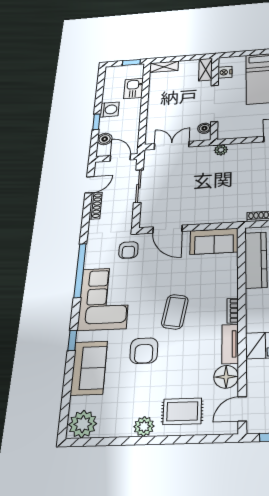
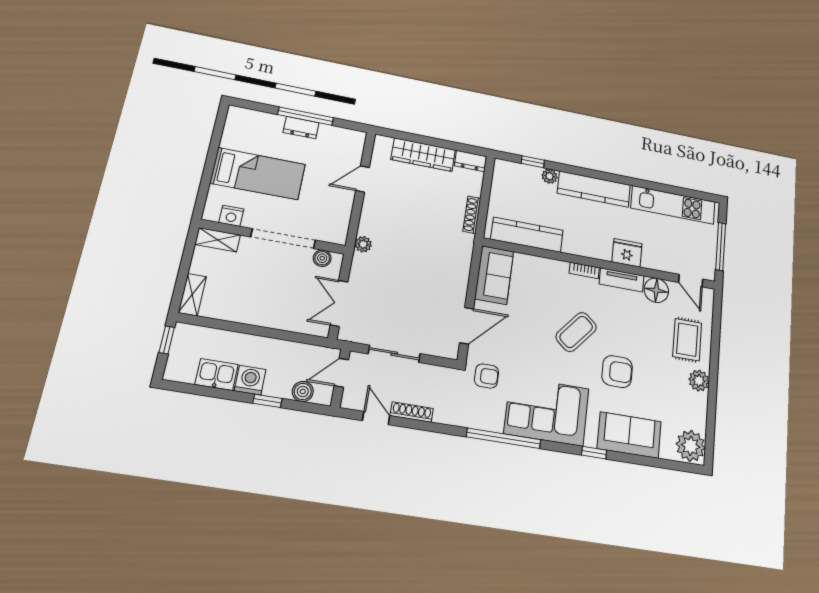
kitchen sink: (134, 88) -> (216, 375), moved, turned 180
coffee table: (175, 312) -> (576, 332), turned -60

